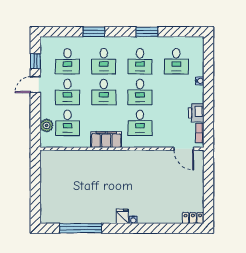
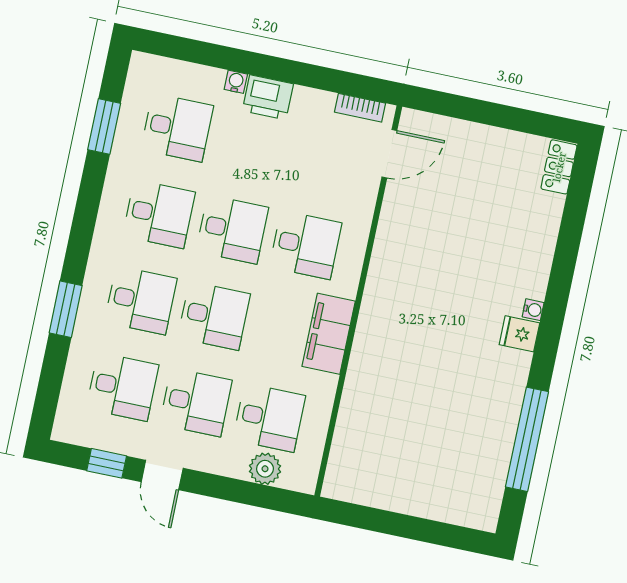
window: (147, 32) -> (104, 127), moved
printer: (196, 113) -> (268, 97), moved

